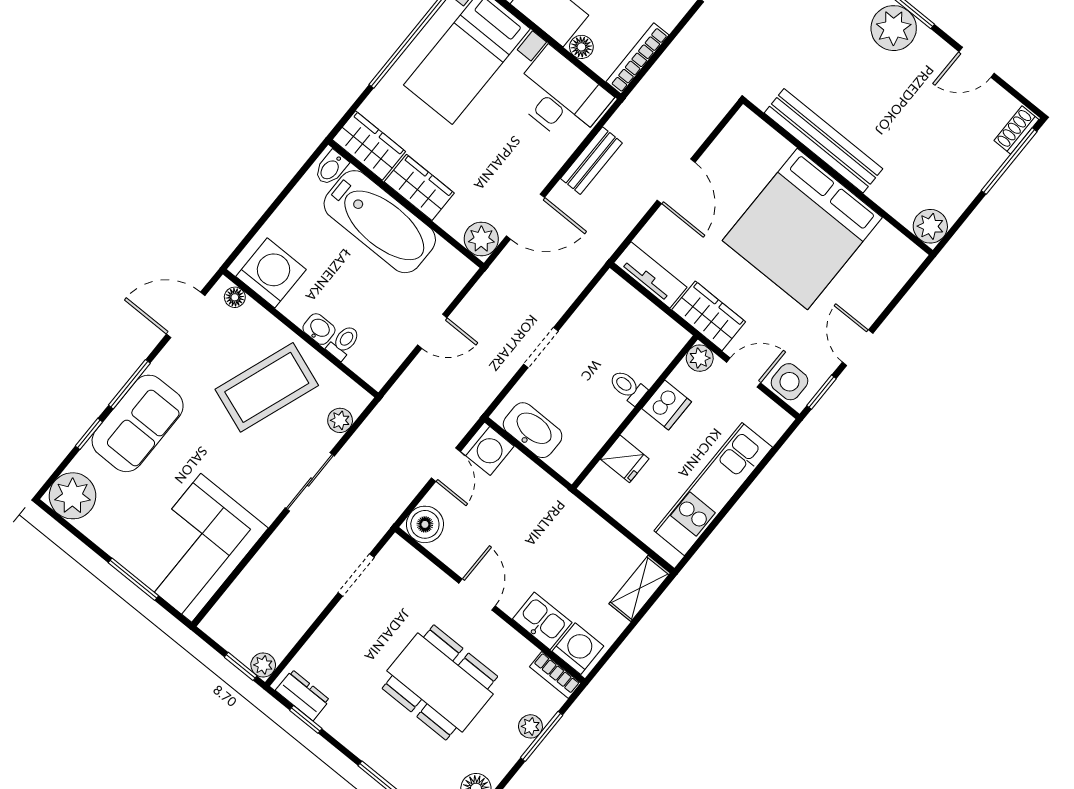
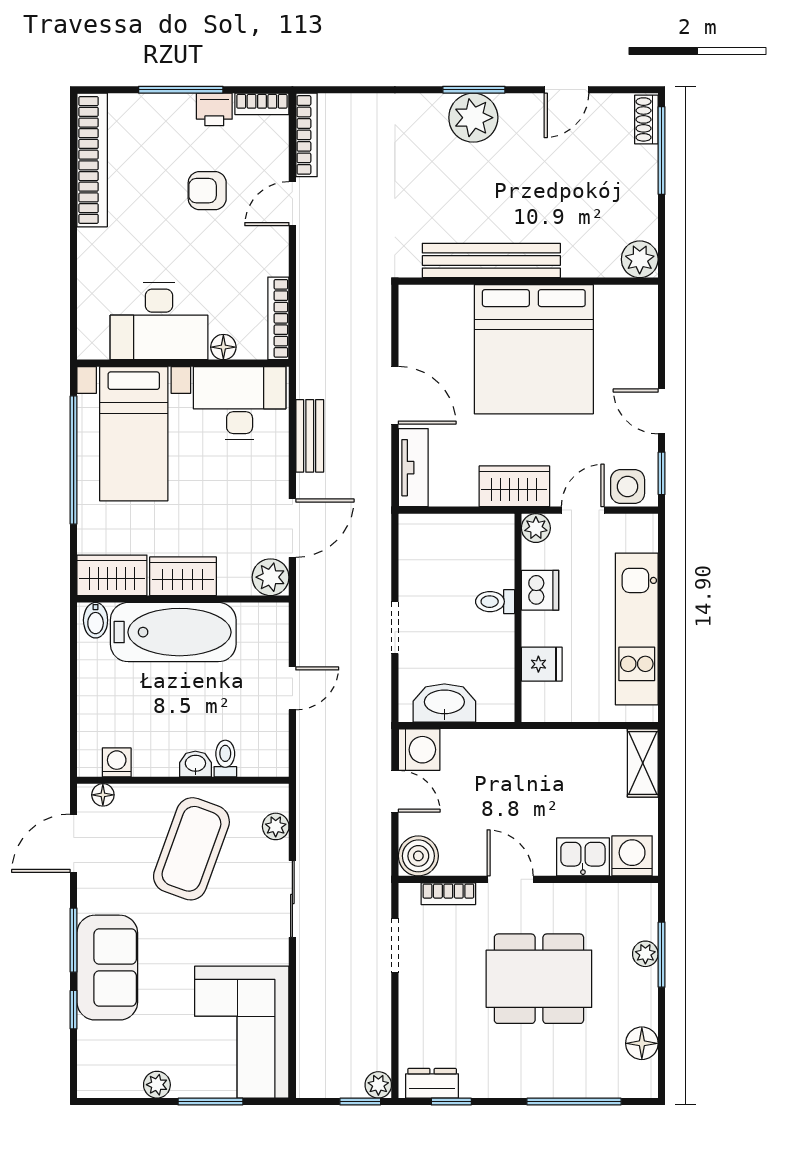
washing machine: (271, 273) -> (117, 762), width x0.53, depth x0.53
tv unit: (650, 275) -> (413, 468), moved, turned 90
plant: (72, 496) -> (157, 1085), moved, width x0.53, depth x0.53
bookcase: (555, 675) -> (448, 894), moved

